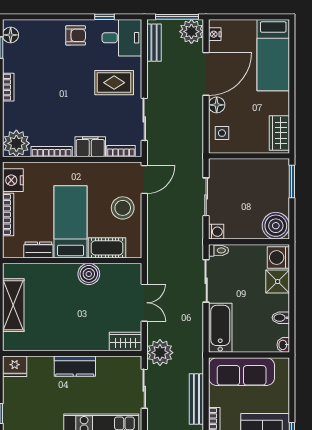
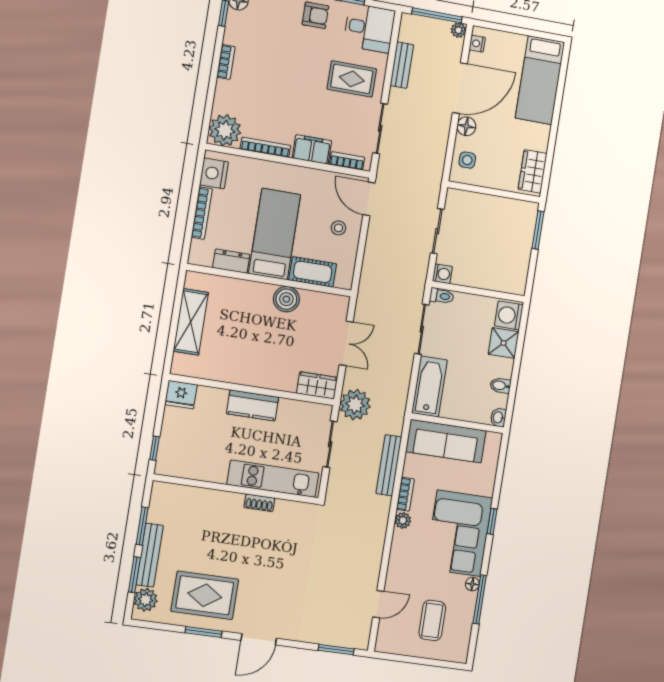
plant: (191, 32) -> (458, 30), width x0.53, depth x0.53
bench: (154, 43) -> (402, 65), moved
door: (144, 179) -> (369, 199), swing flipped
stool: (123, 208) -> (338, 228), width x0.53, depth x0.53
boiler: (276, 226) -> (512, 278), removed

